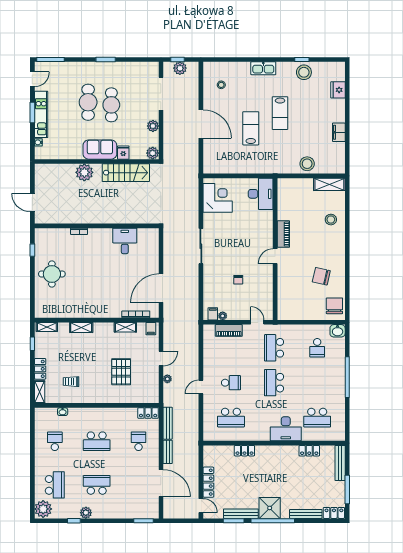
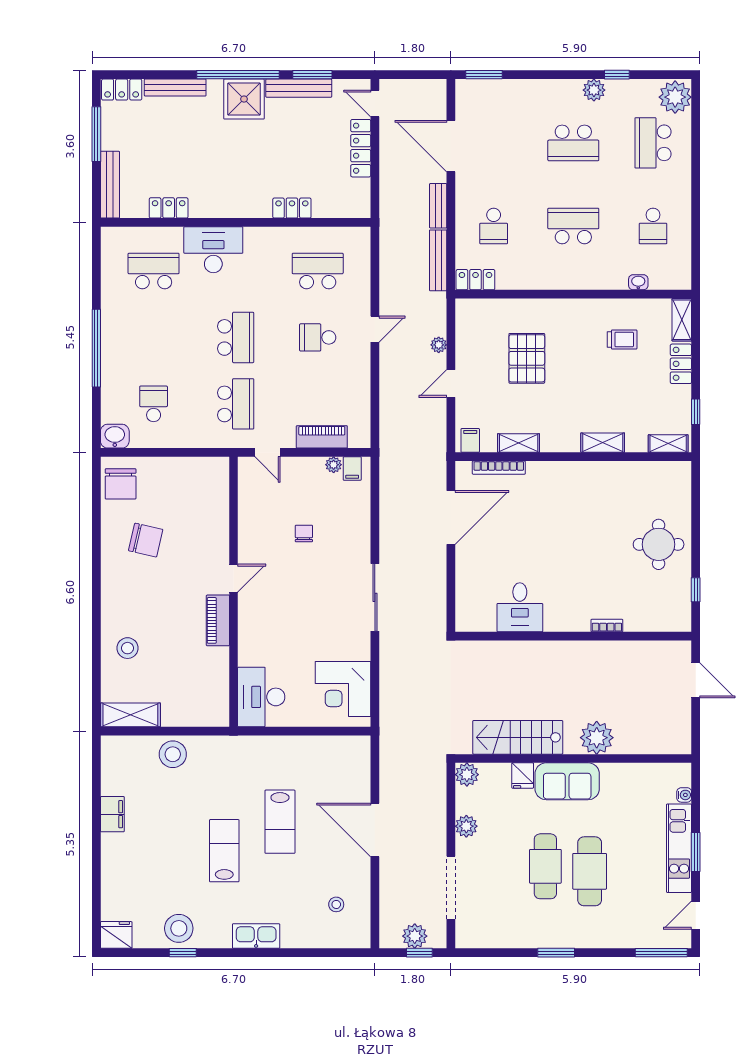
fridge: (338, 90) -> (116, 935), moved, turned -90

